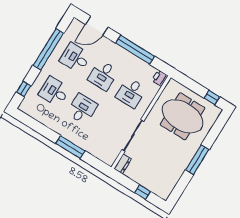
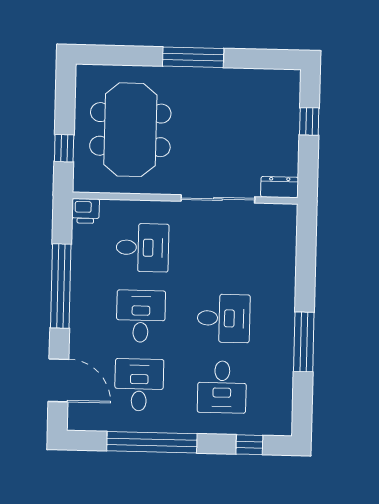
desk: (75, 58) -> (139, 385), turned 180
desk: (103, 75) -> (141, 316), turned -90
window: (212, 97) -> (64, 148), moved
desk: (82, 109) -> (224, 318), turned 180
window: (70, 147) -> (304, 342), moved

